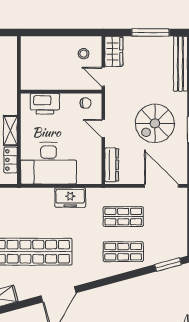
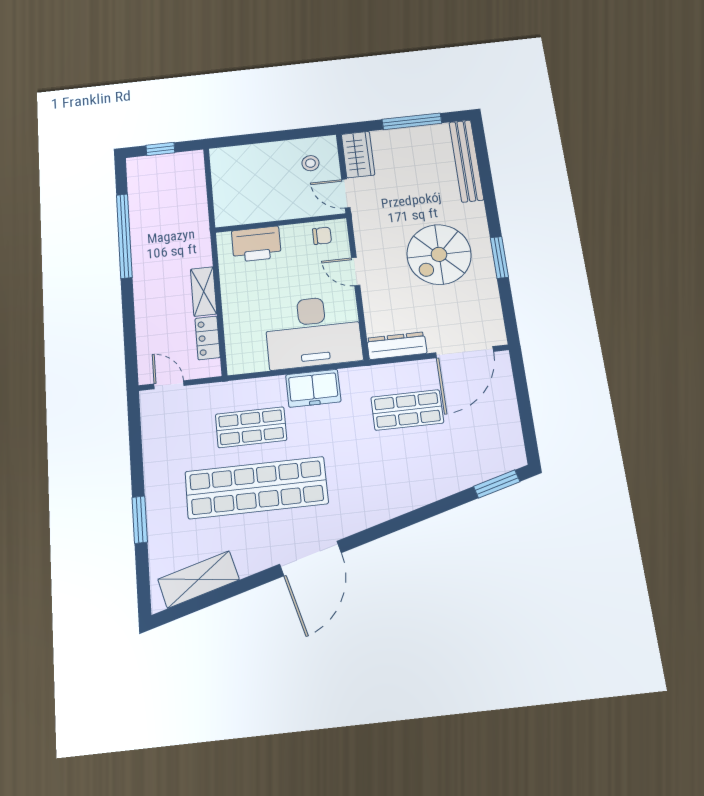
desk: (48, 163) -> (313, 332), moved
dresser: (112, 165) -> (397, 346), moved, turned -90
door: (161, 186) -> (465, 352), swing flipped
shop shelf: (123, 252) -> (251, 427), moved

